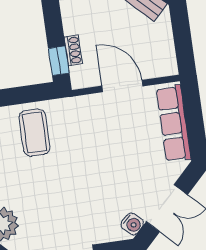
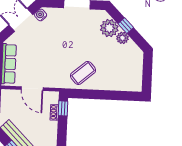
coffee table: (34, 133) -> (83, 73), turned 49

